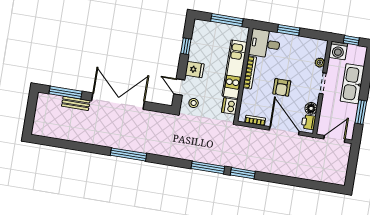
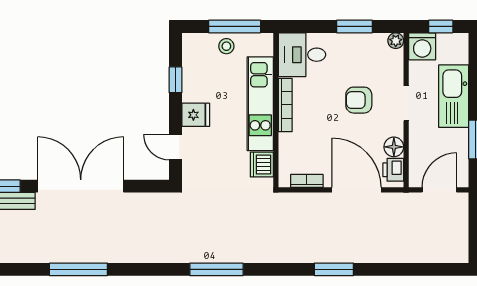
window: (288, 30) -> (354, 26), moved
plant: (320, 63) -> (396, 41), moved
armchair: (282, 87) -> (359, 100), moved, turned 90
stool: (194, 103) -> (226, 46), moved
window: (128, 154) -> (78, 269), moved
window: (208, 167) -> (216, 269), moved
window: (243, 173) -> (334, 269), moved

